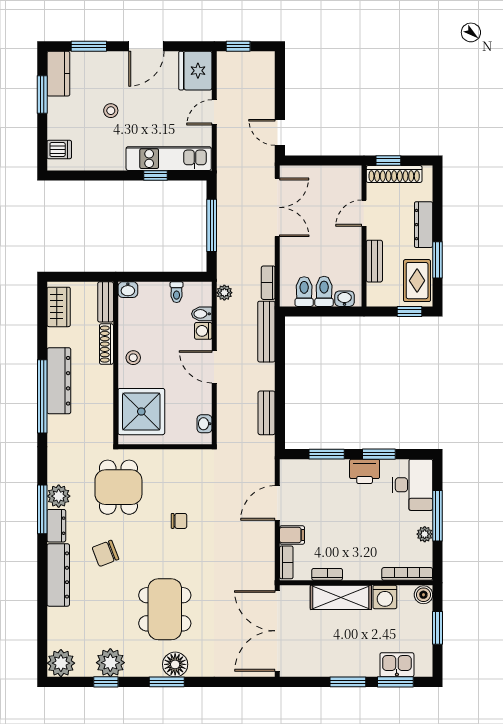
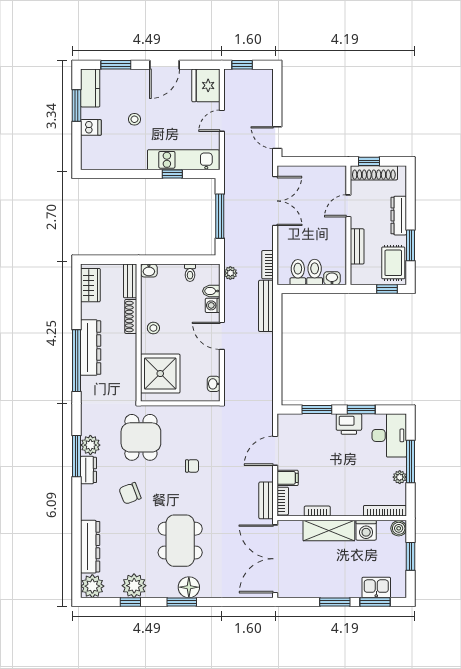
dishwasher: (59, 149) -> (91, 127), moved
bench: (267, 413) -> (266, 500), moved
dresser: (58, 575) -> (90, 547), moved

